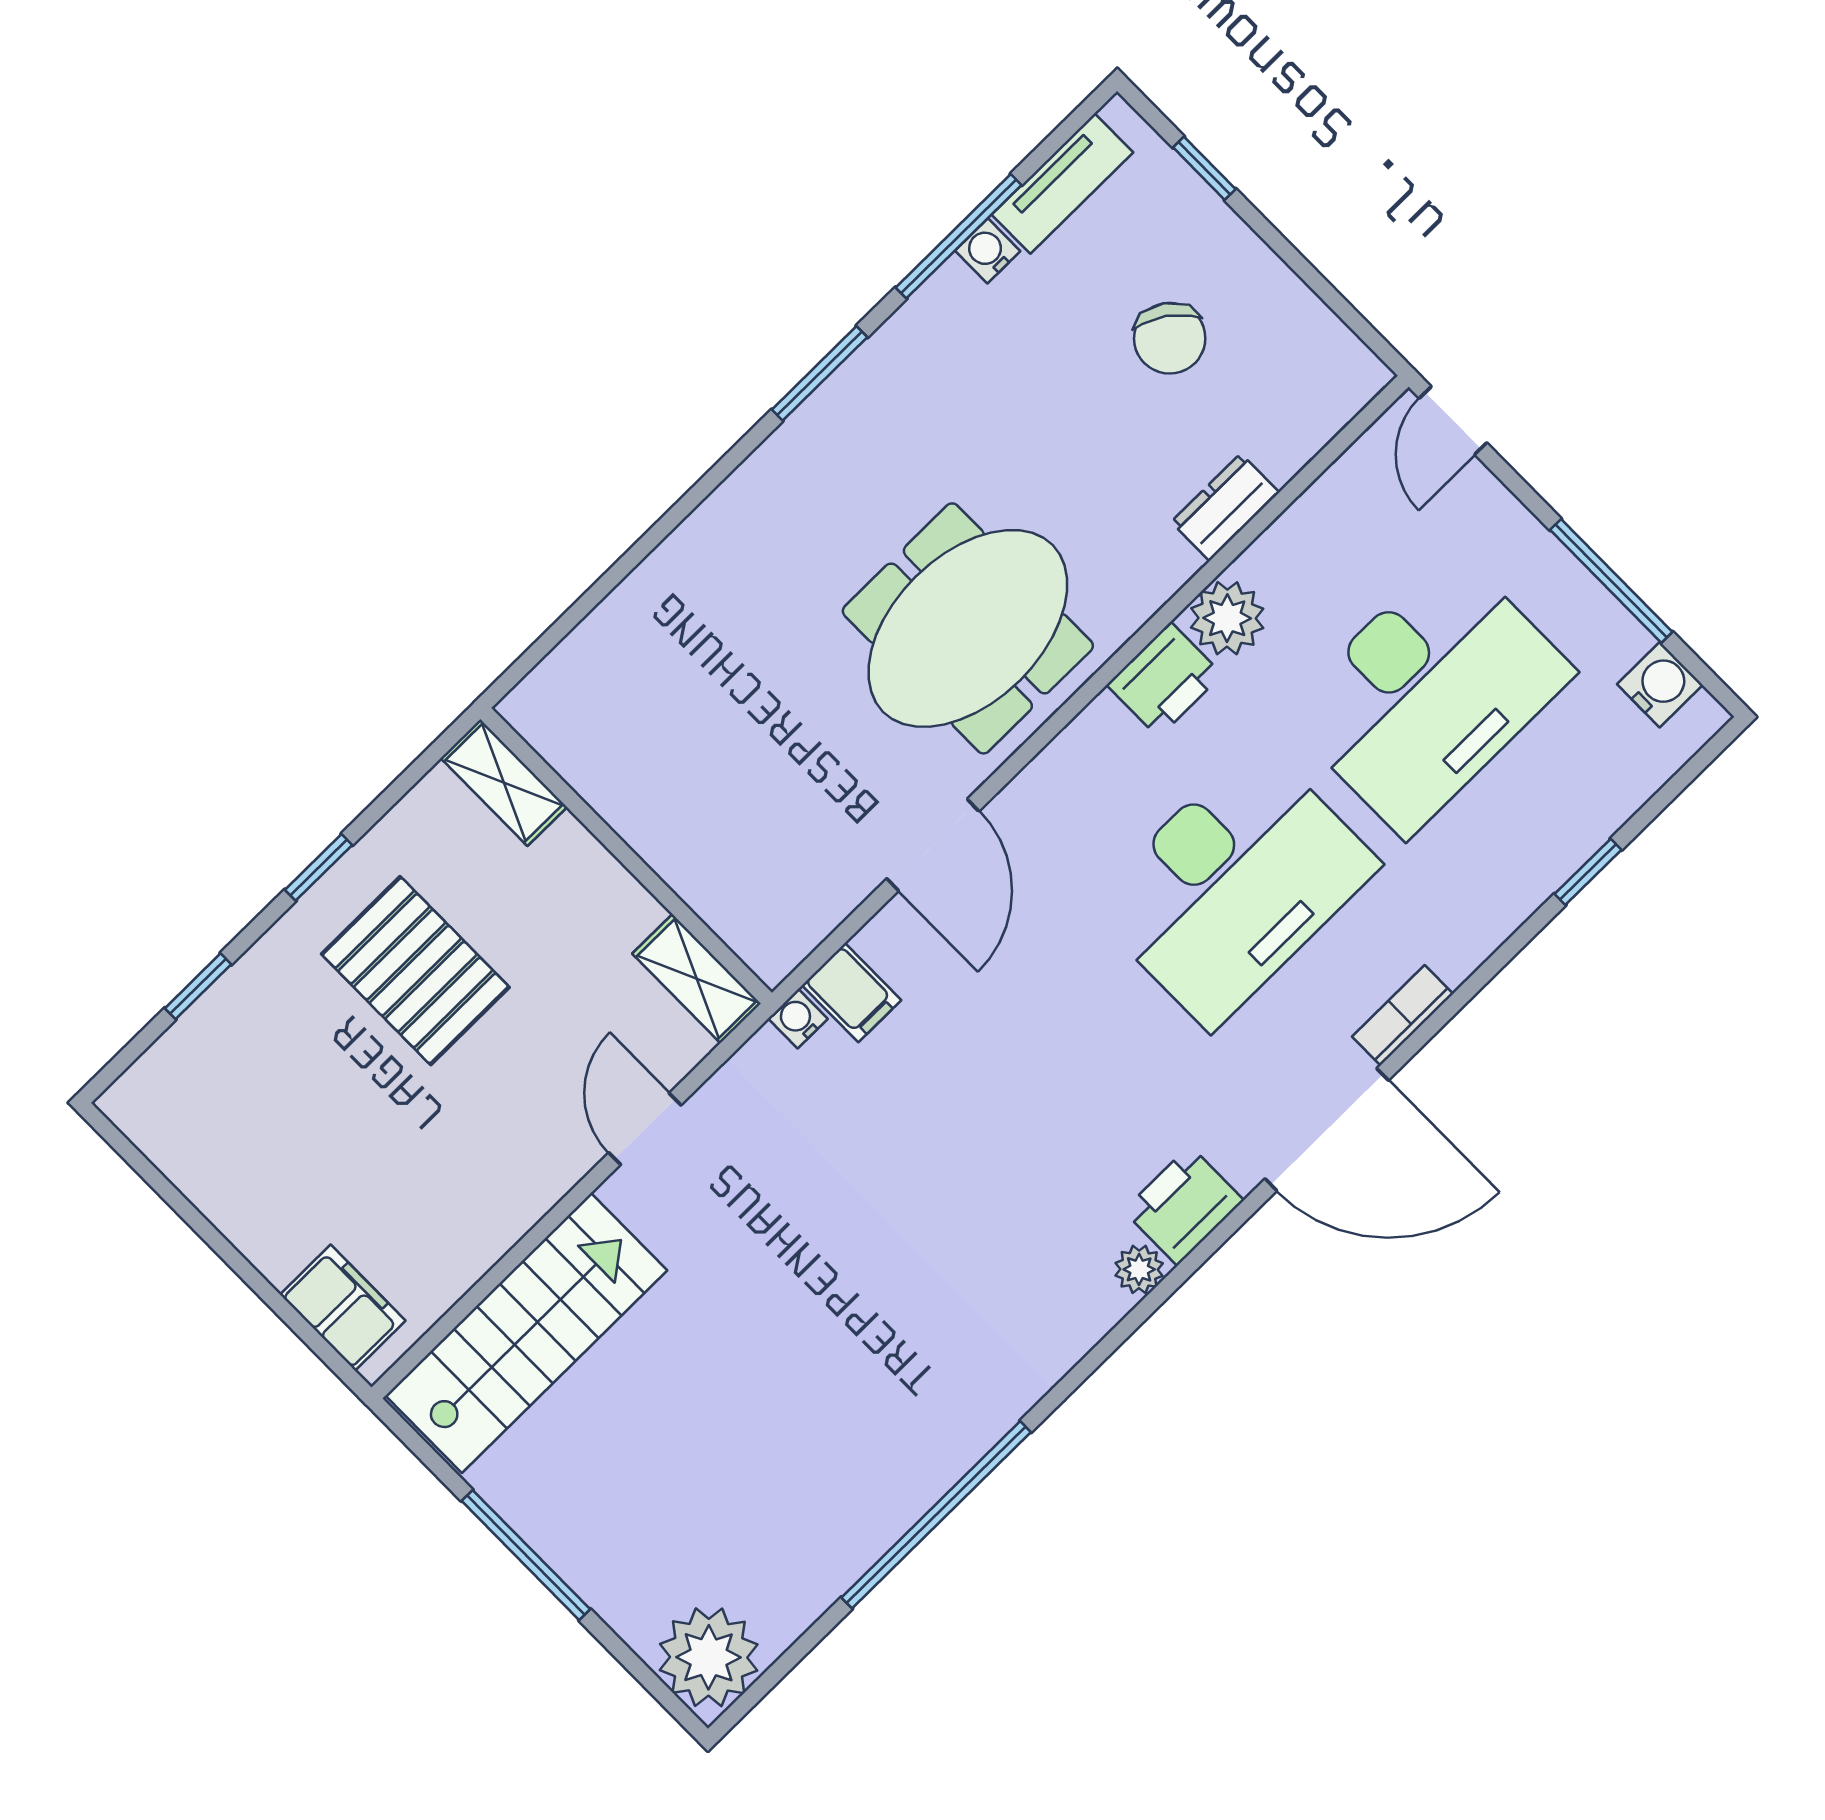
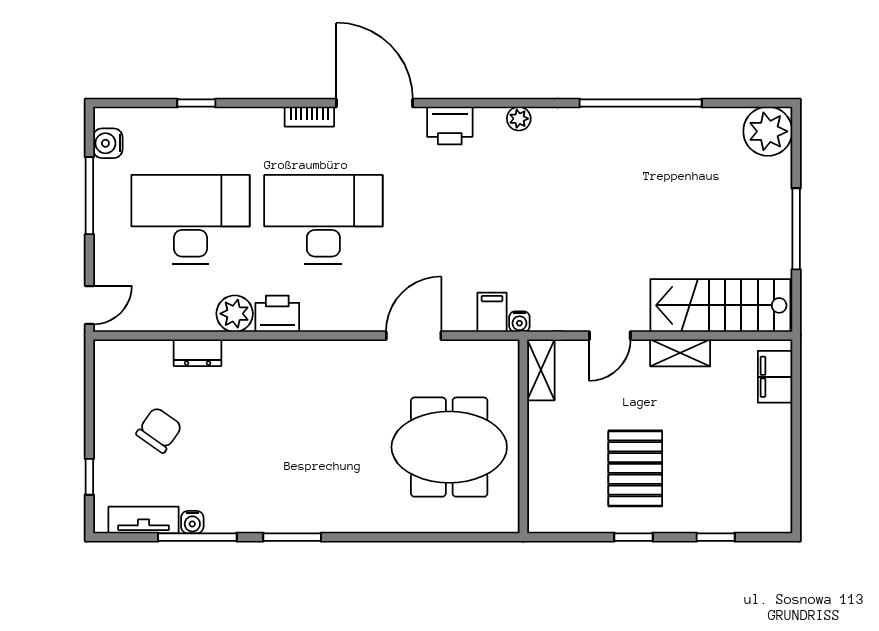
meeting table: (968, 628) -> (449, 447), moved
shelving: (504, 783) -> (680, 353), moved, turned 90
plant: (1139, 1269) -> (519, 119), moved

